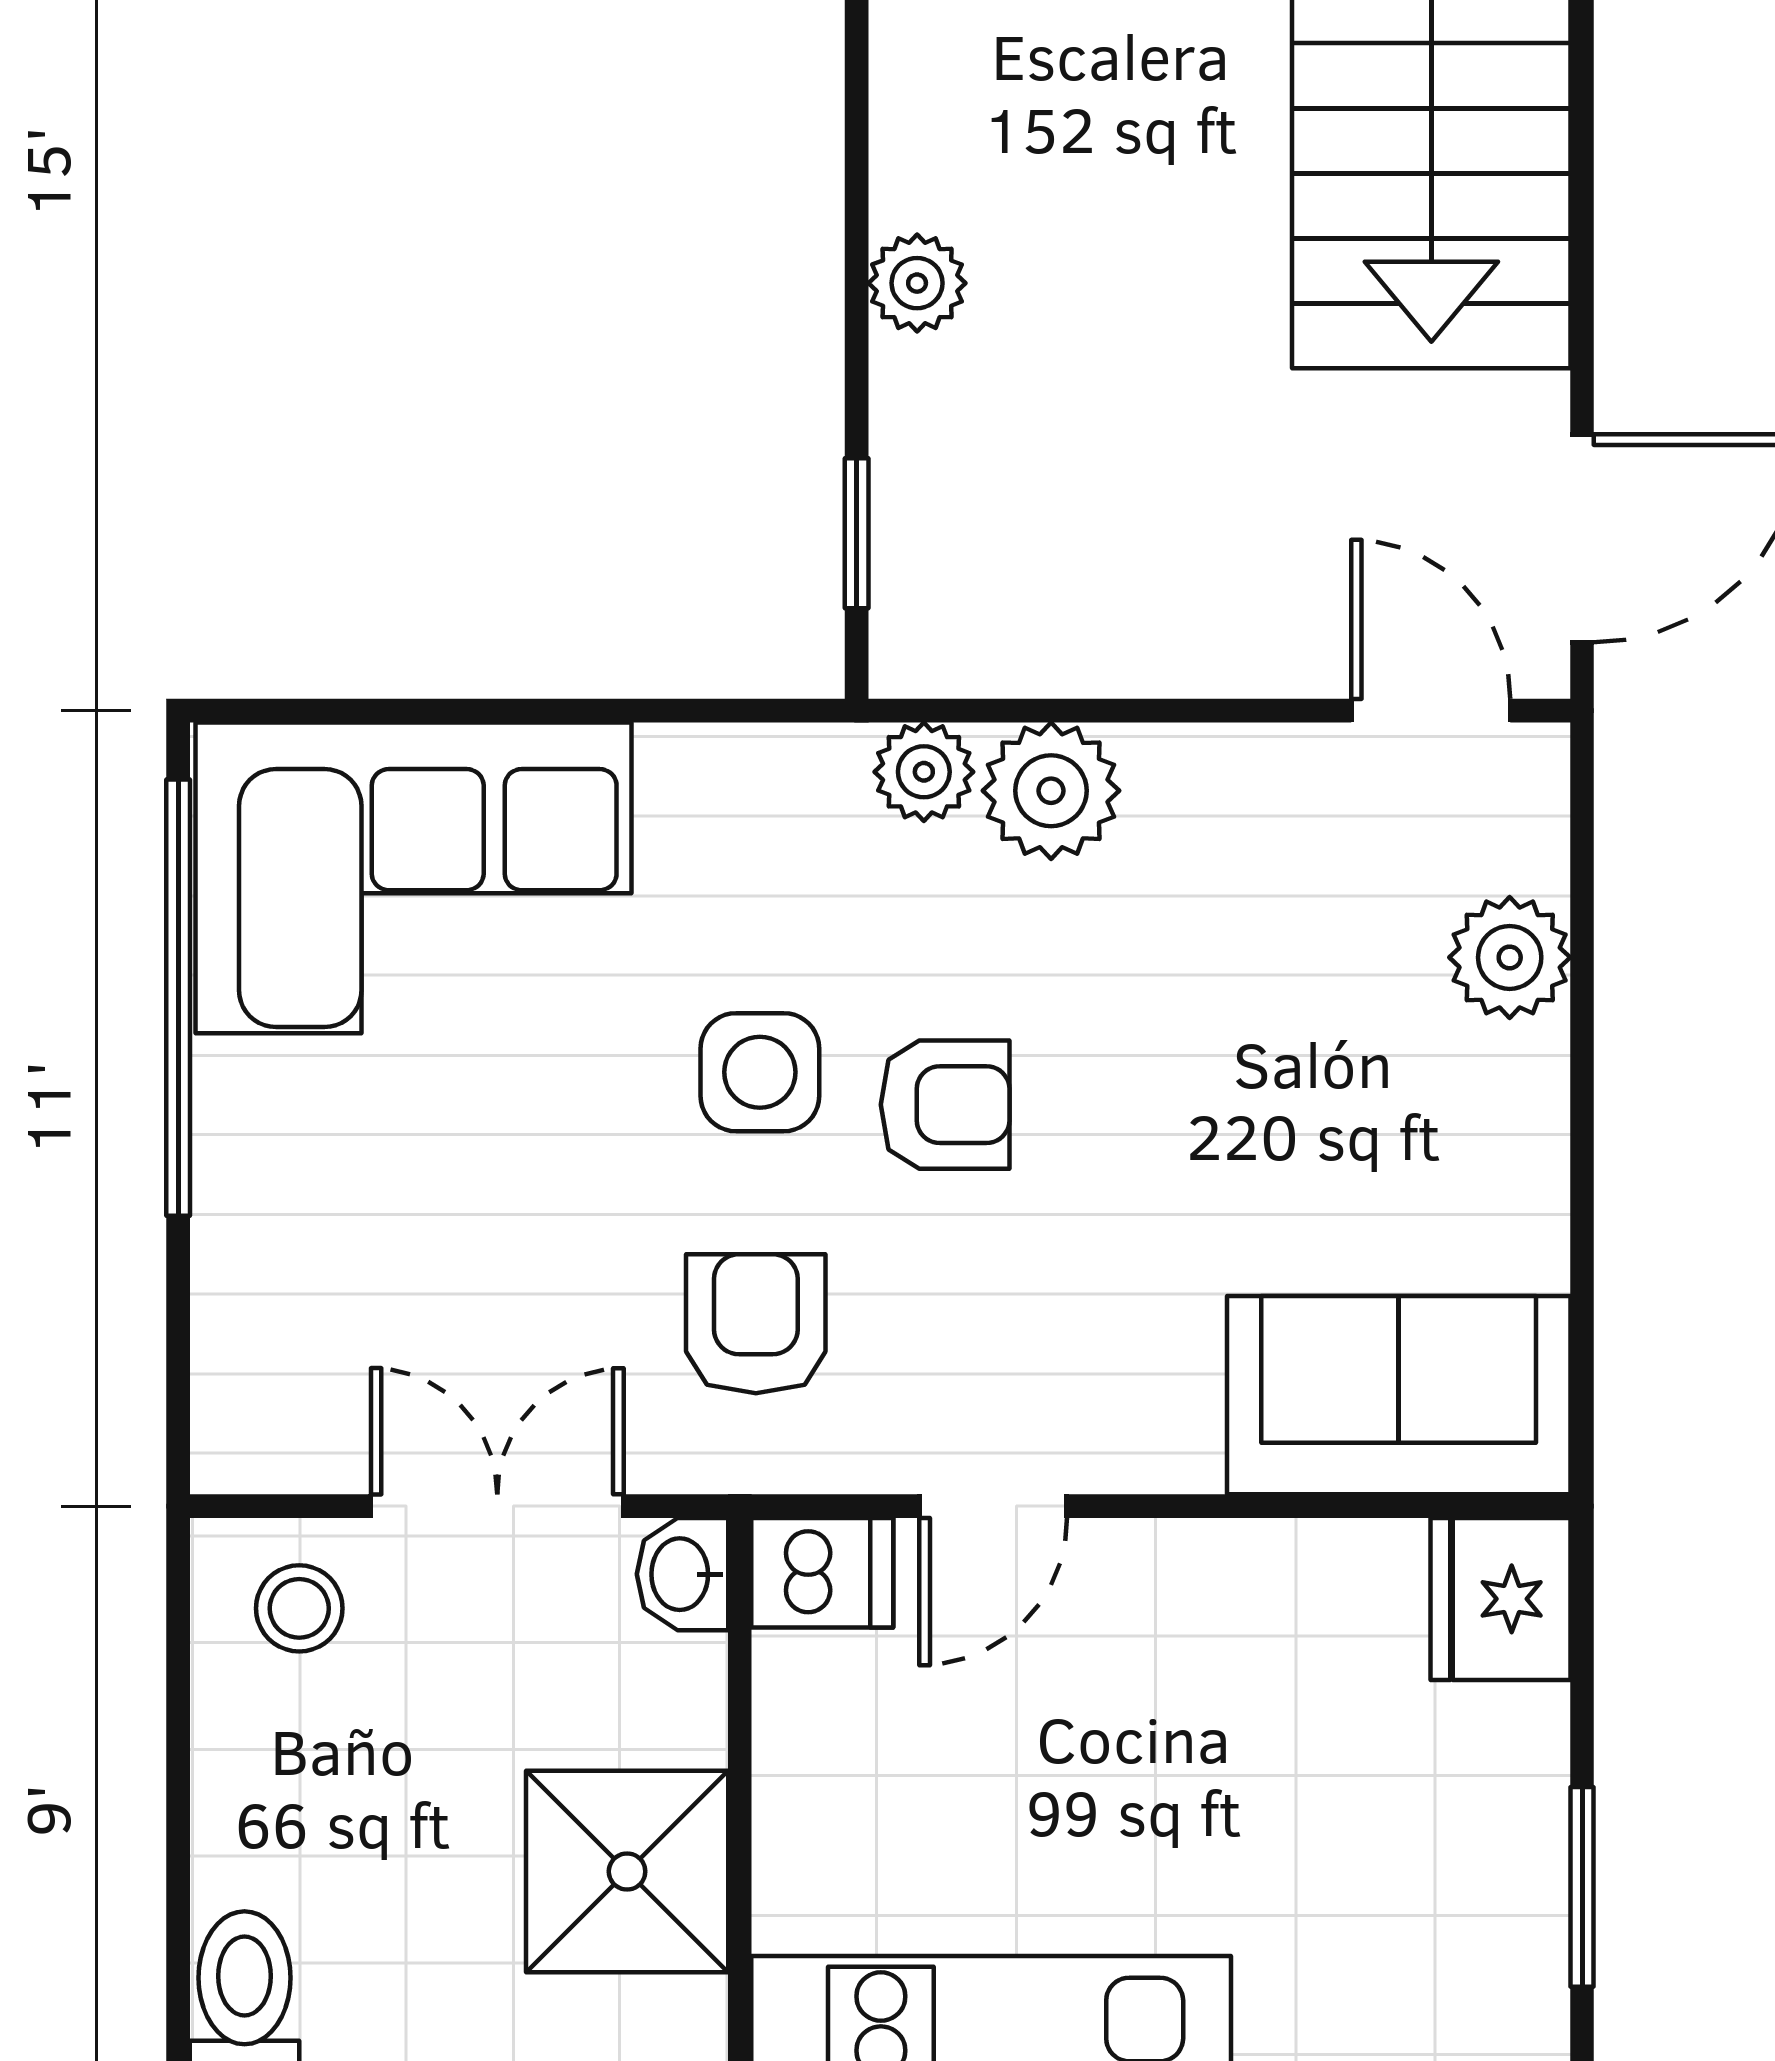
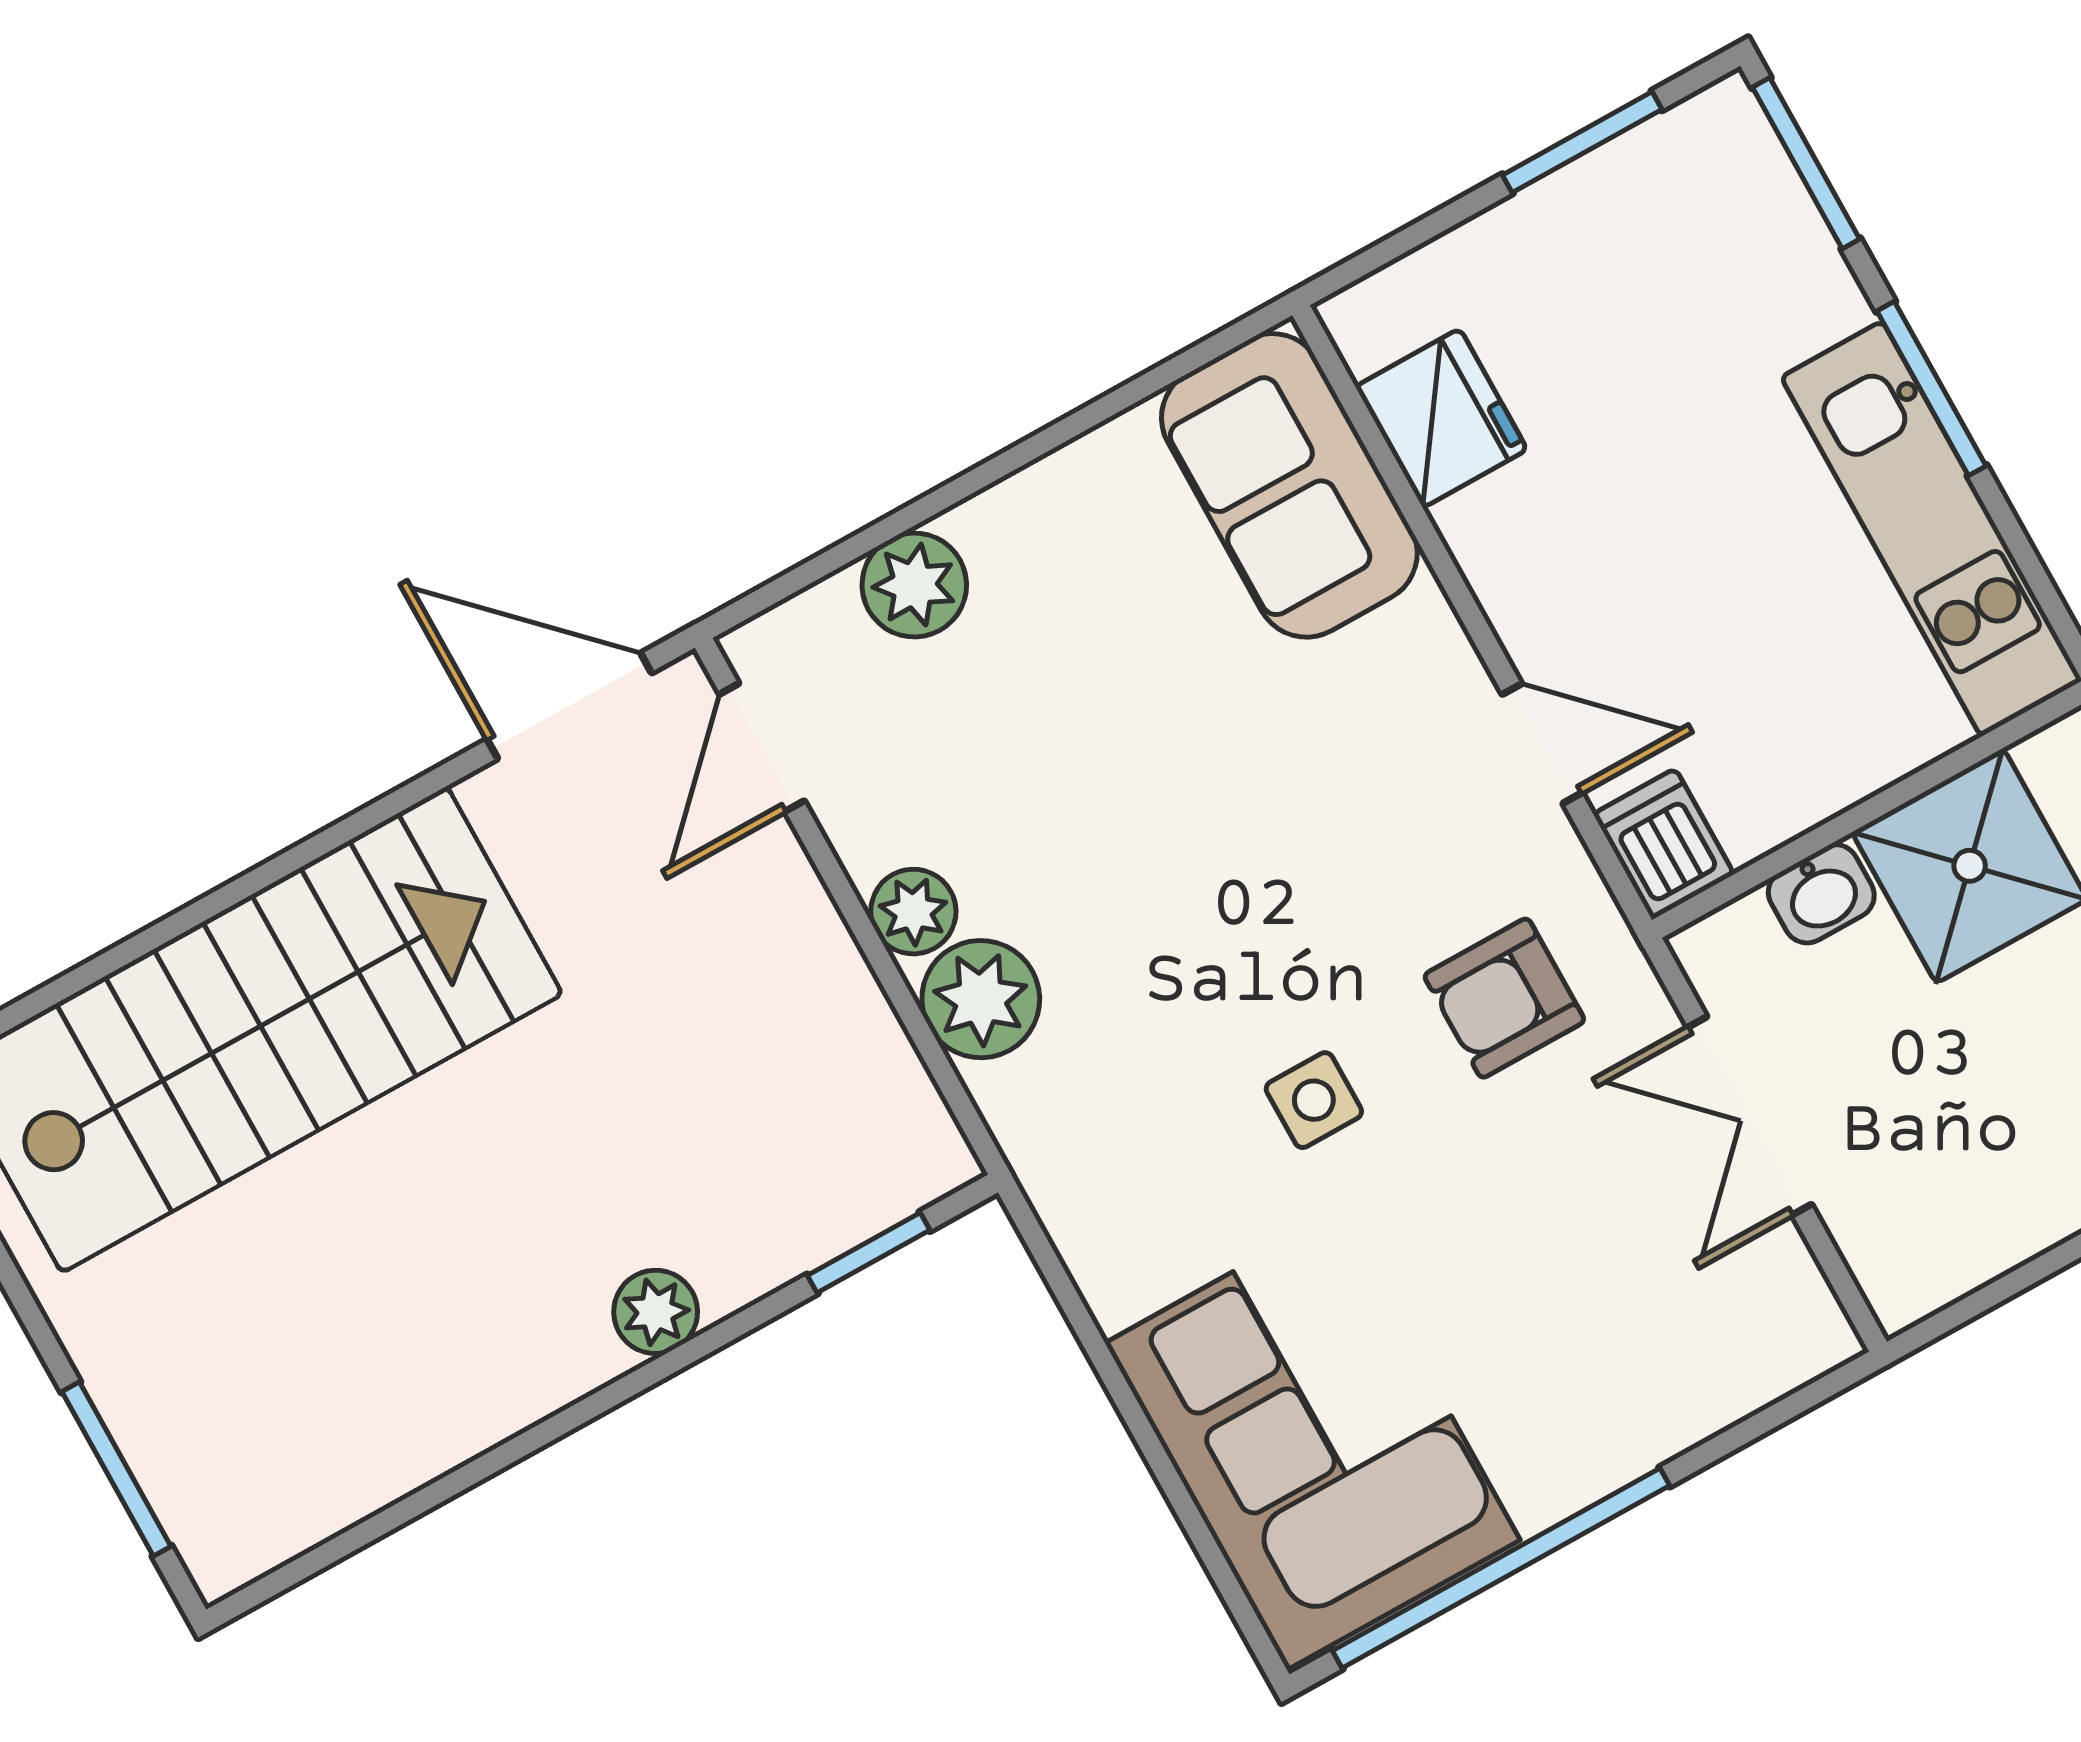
plant: (924, 772) -> (913, 912), moved
side table: (760, 1072) -> (1314, 1100), width x0.73, depth x0.73
armchair: (945, 1105) -> (1261, 947), removed
washbasin: (682, 1574) -> (1821, 894), moved
fridge: (1500, 1599) -> (1441, 418), moved, turned -90
stool: (299, 1608) -> (1909, 1222), removed

